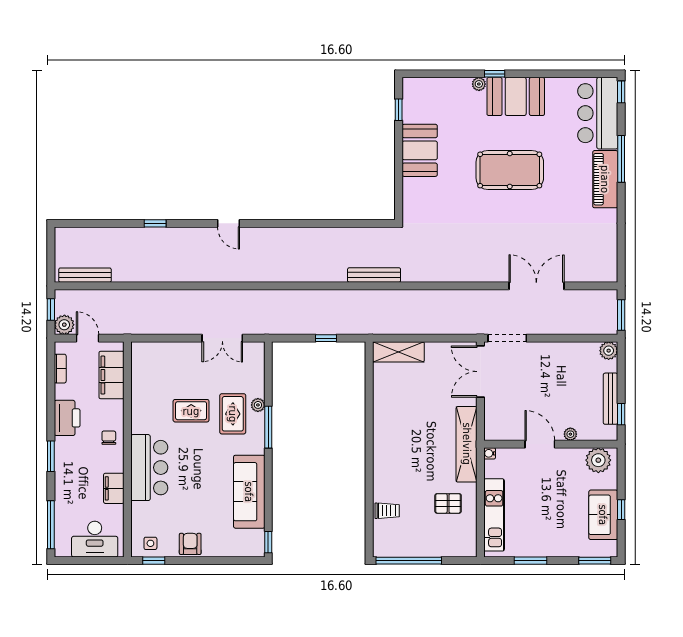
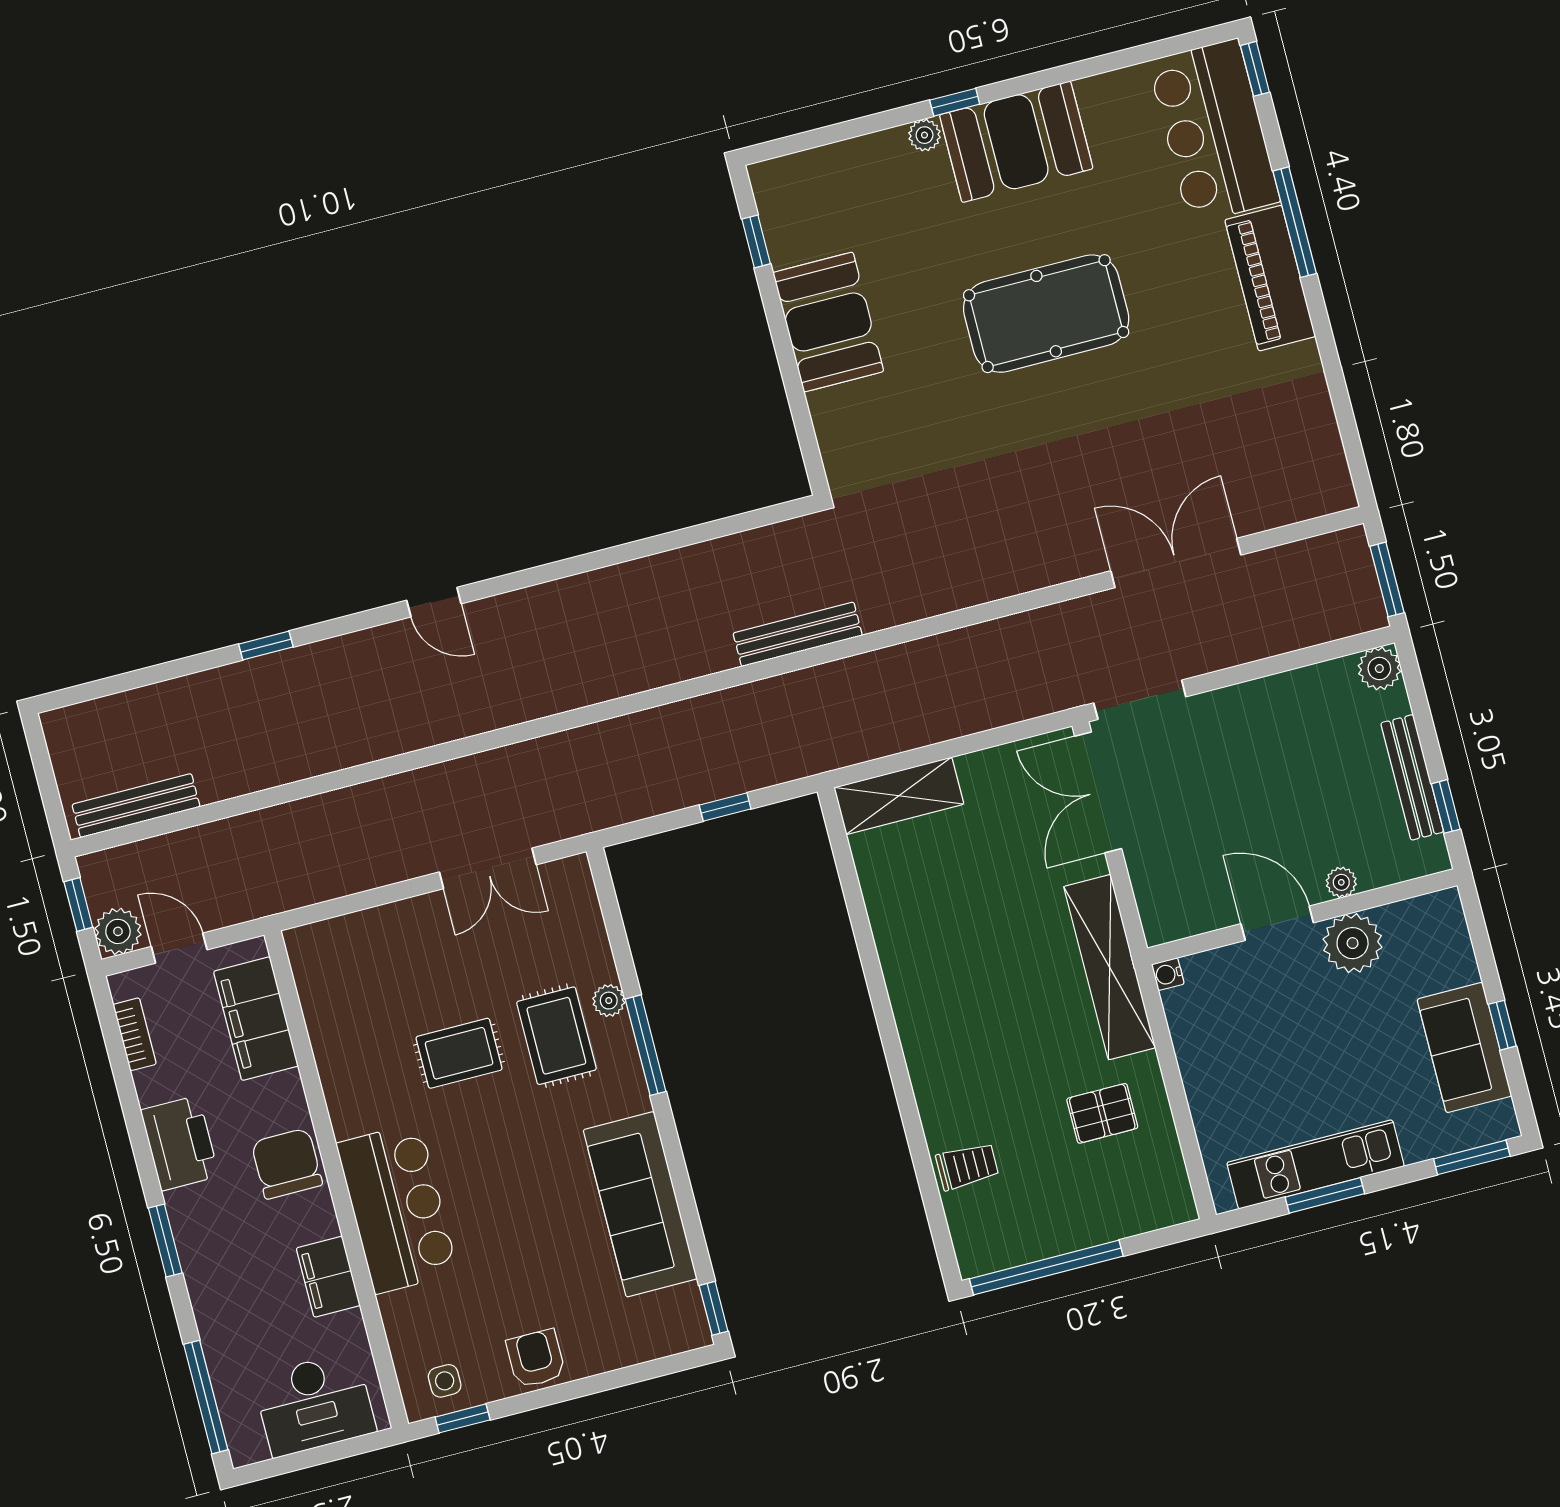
chair: (109, 438) -> (287, 1164), width x1.87, depth x1.87
plant: (598, 460) -> (1353, 943), moved
kitchen unit: (494, 515) -> (1315, 1164), moved, turned -90

